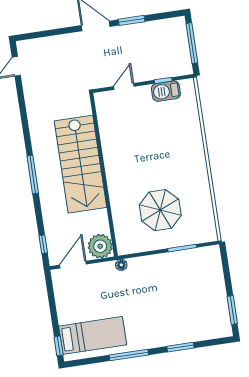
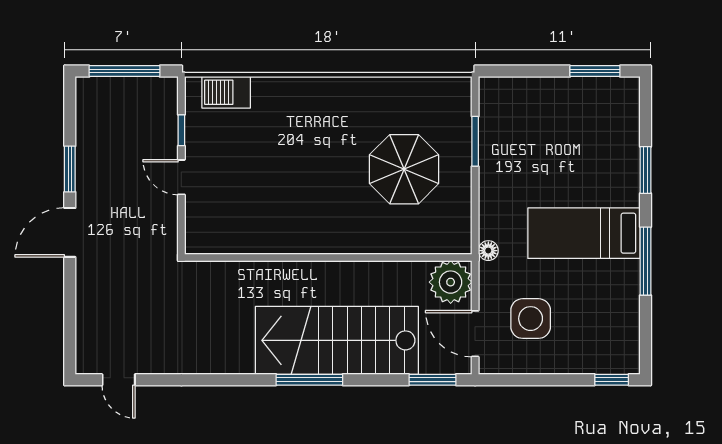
door: (124, 86) -> (181, 177), moved
barbecue: (166, 91) -> (226, 92), moved, turned 90
stairs: (80, 164) -> (337, 340), moved, turned 180
window: (43, 244) -> (432, 380), width x1.50
side table: (86, 295) -> (531, 319), added
bed: (93, 335) -> (584, 233), moved, turned -90

